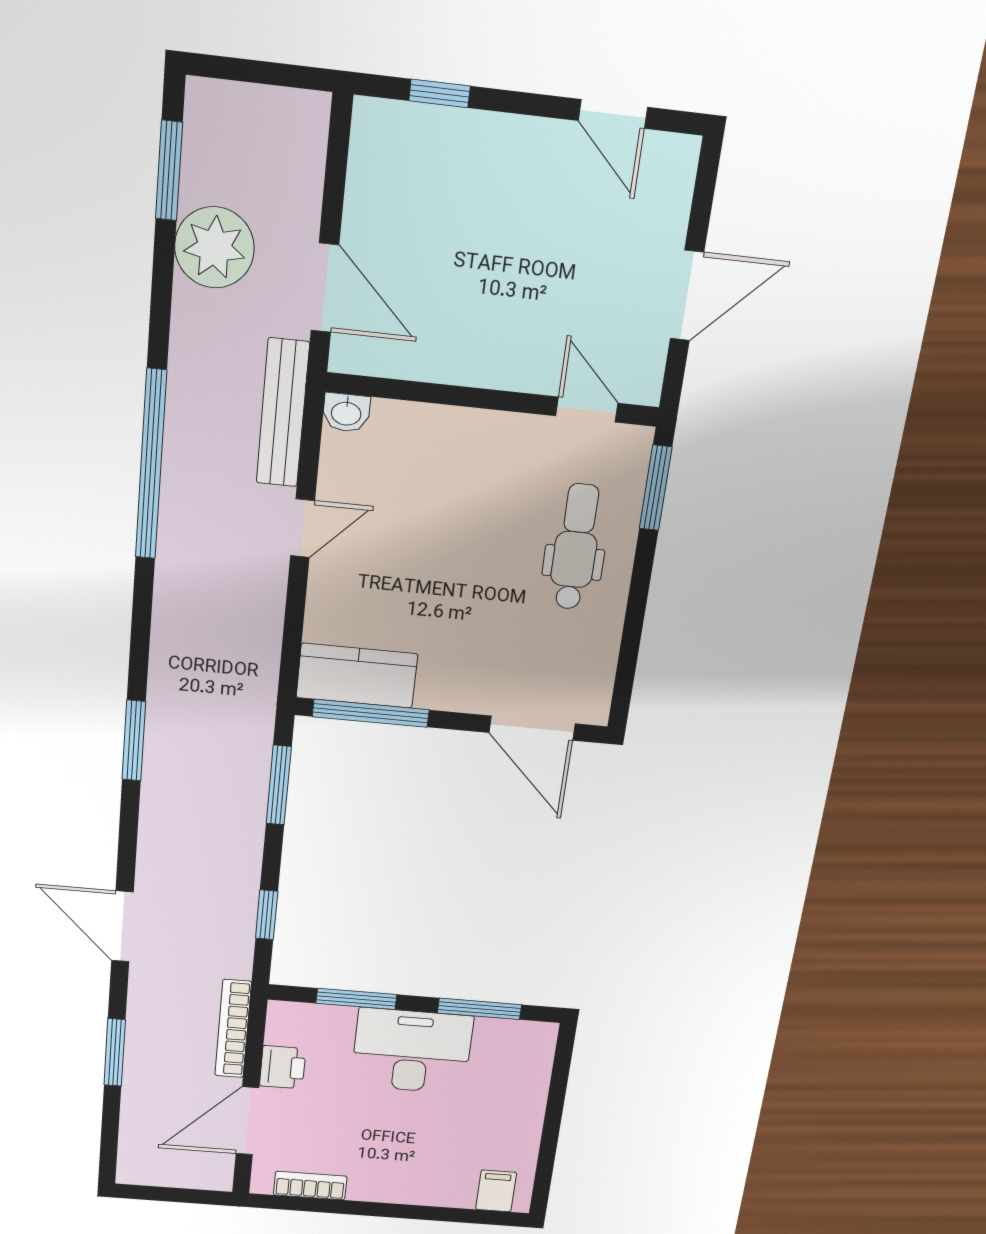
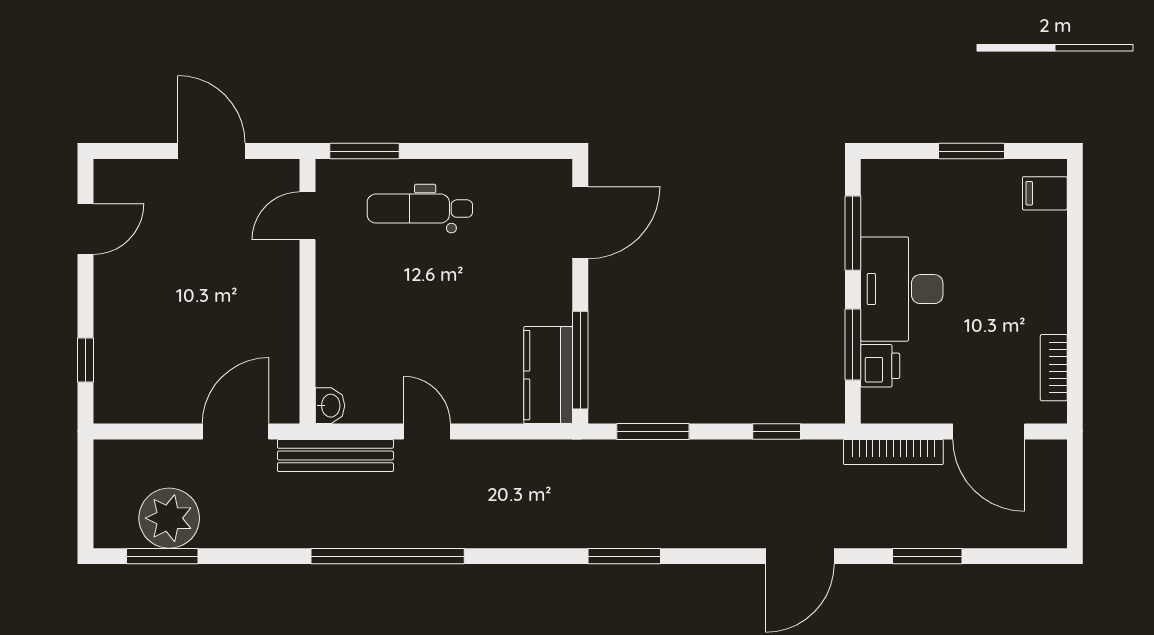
plant: (214, 247) -> (169, 518), moved
printer: (283, 1067) -> (880, 366), moved, turned 90
window: (551, 1128) -> (972, 151), added

